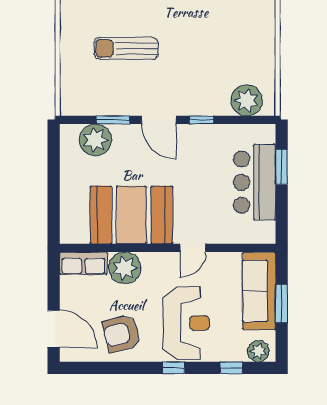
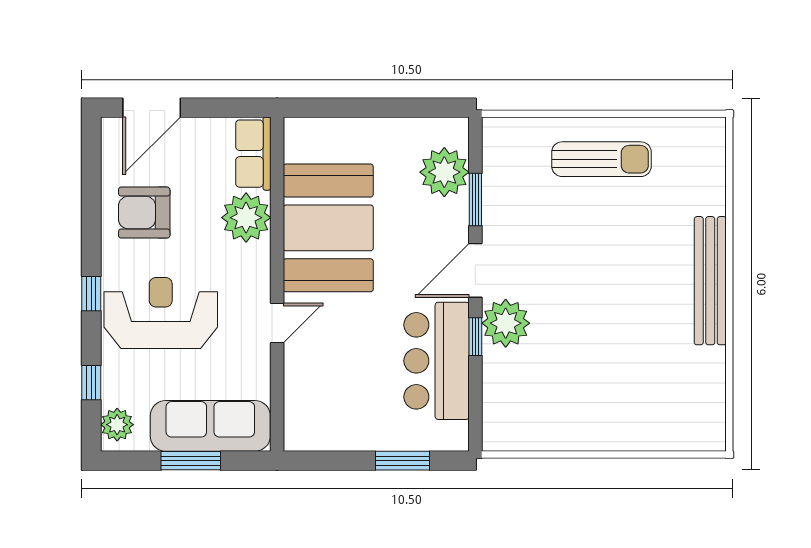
sun lounger: (126, 48) -> (601, 159), moved, turned 90
plant: (247, 100) -> (506, 323), moved
bar counter: (255, 182) -> (437, 361), moved, turned -90
door: (193, 248) -> (277, 323), swing flipped
reception desk: (186, 323) -> (161, 313), turned 180
armchair: (121, 334) -> (144, 213), turned -76

